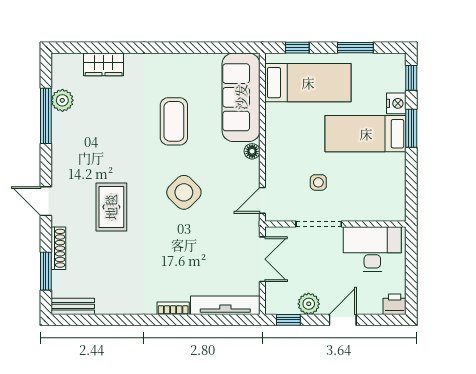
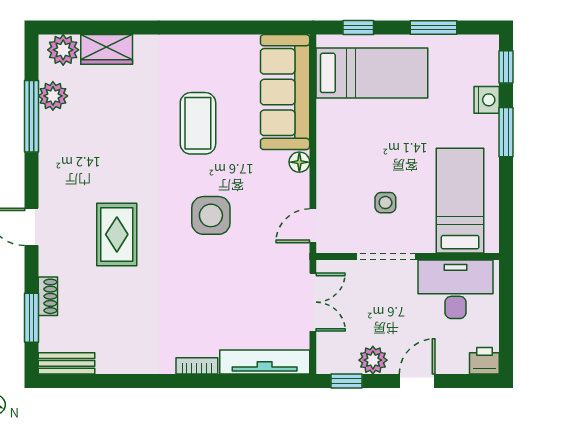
plant: (70, 65) -> (63, 50), added
bed: (366, 134) -> (460, 201), moved, turned 90
side table: (184, 192) -> (211, 215), turned 45
shoe rack: (58, 248) -> (48, 296), width x0.70

